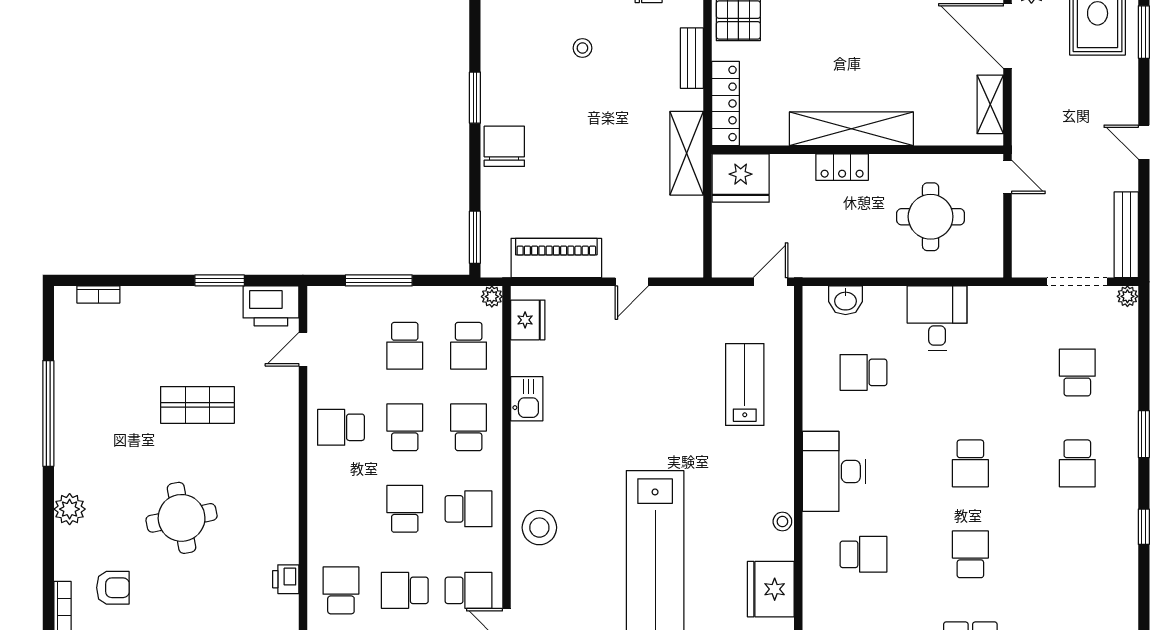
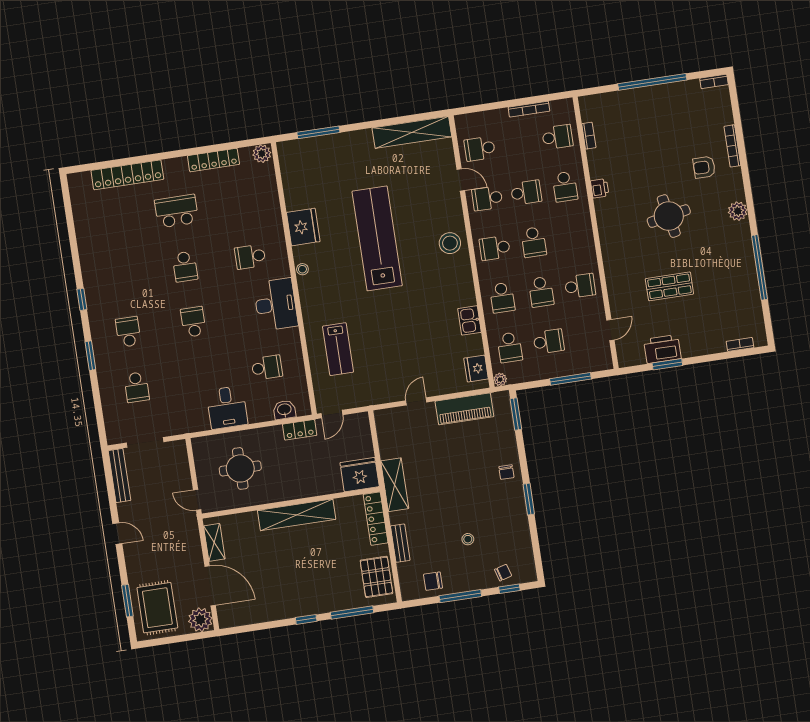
chair: (504, 146) -> (506, 472), width x0.54, depth x0.54
locker: (842, 167) -> (300, 430), moved, turned 180
plant: (1127, 296) -> (113, 438), removed
printer: (271, 306) -> (662, 349), moved
school desk: (405, 346) -> (549, 341), turned 90
school desk: (469, 346) -> (510, 347), turned 180

